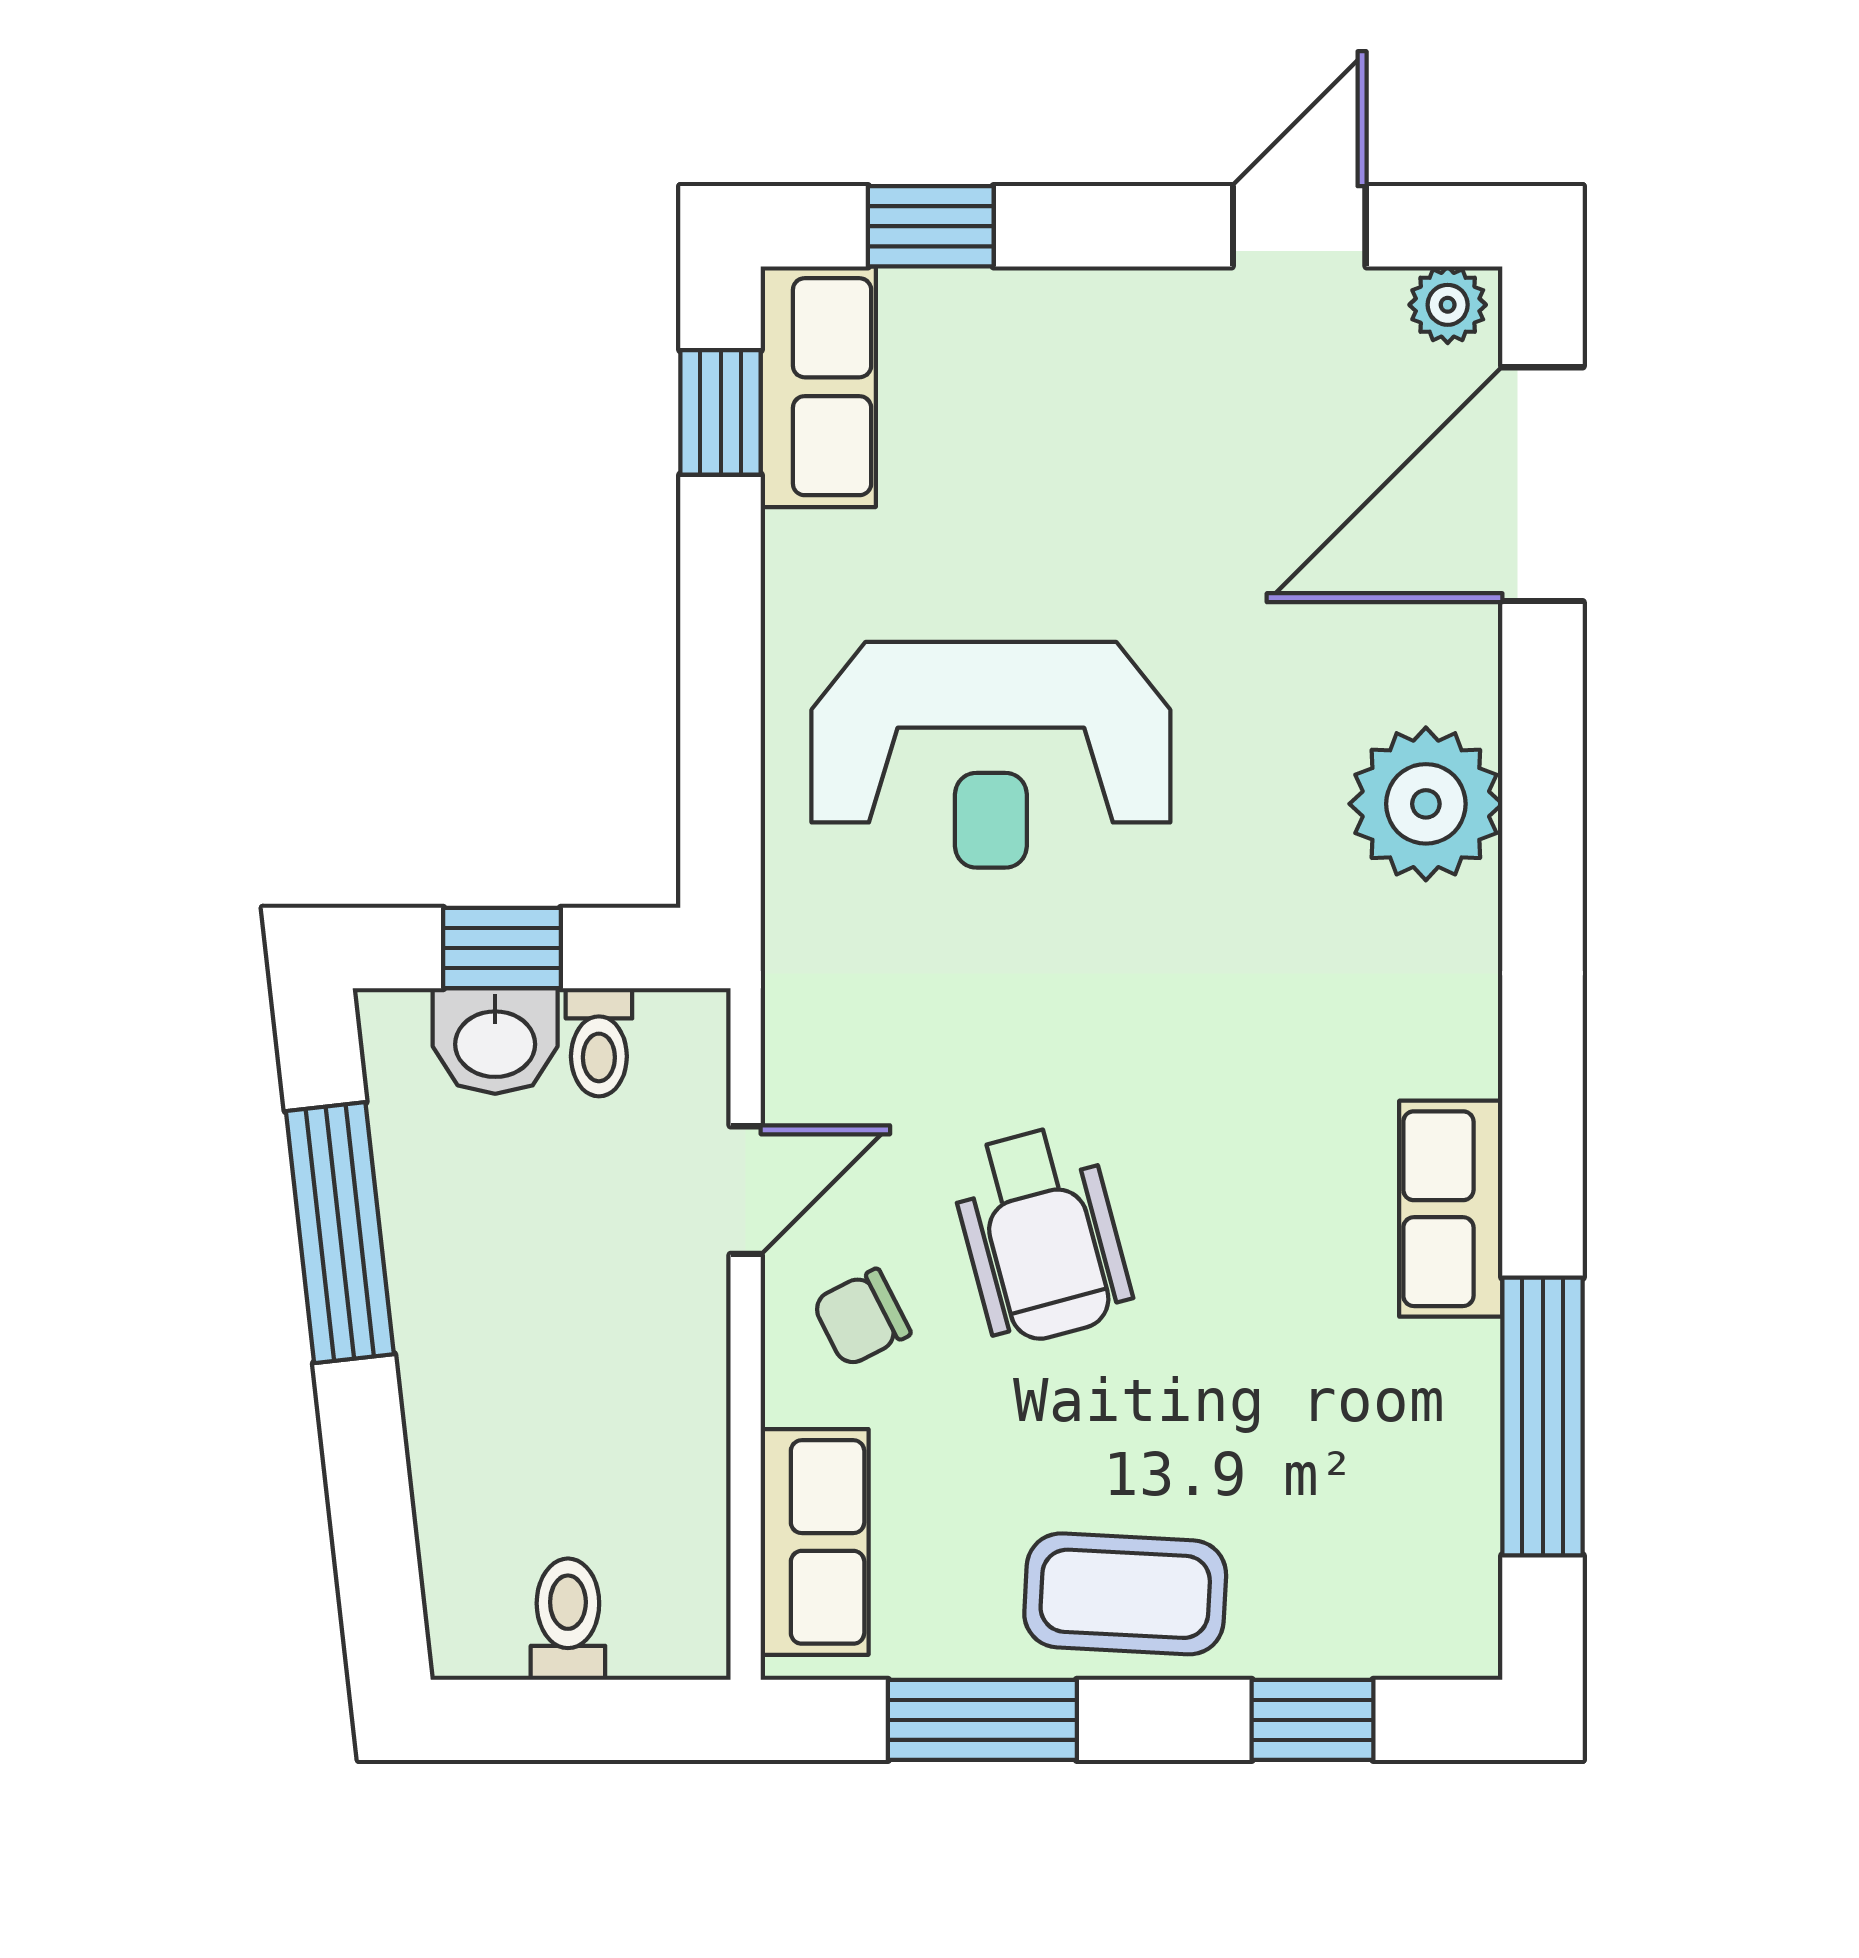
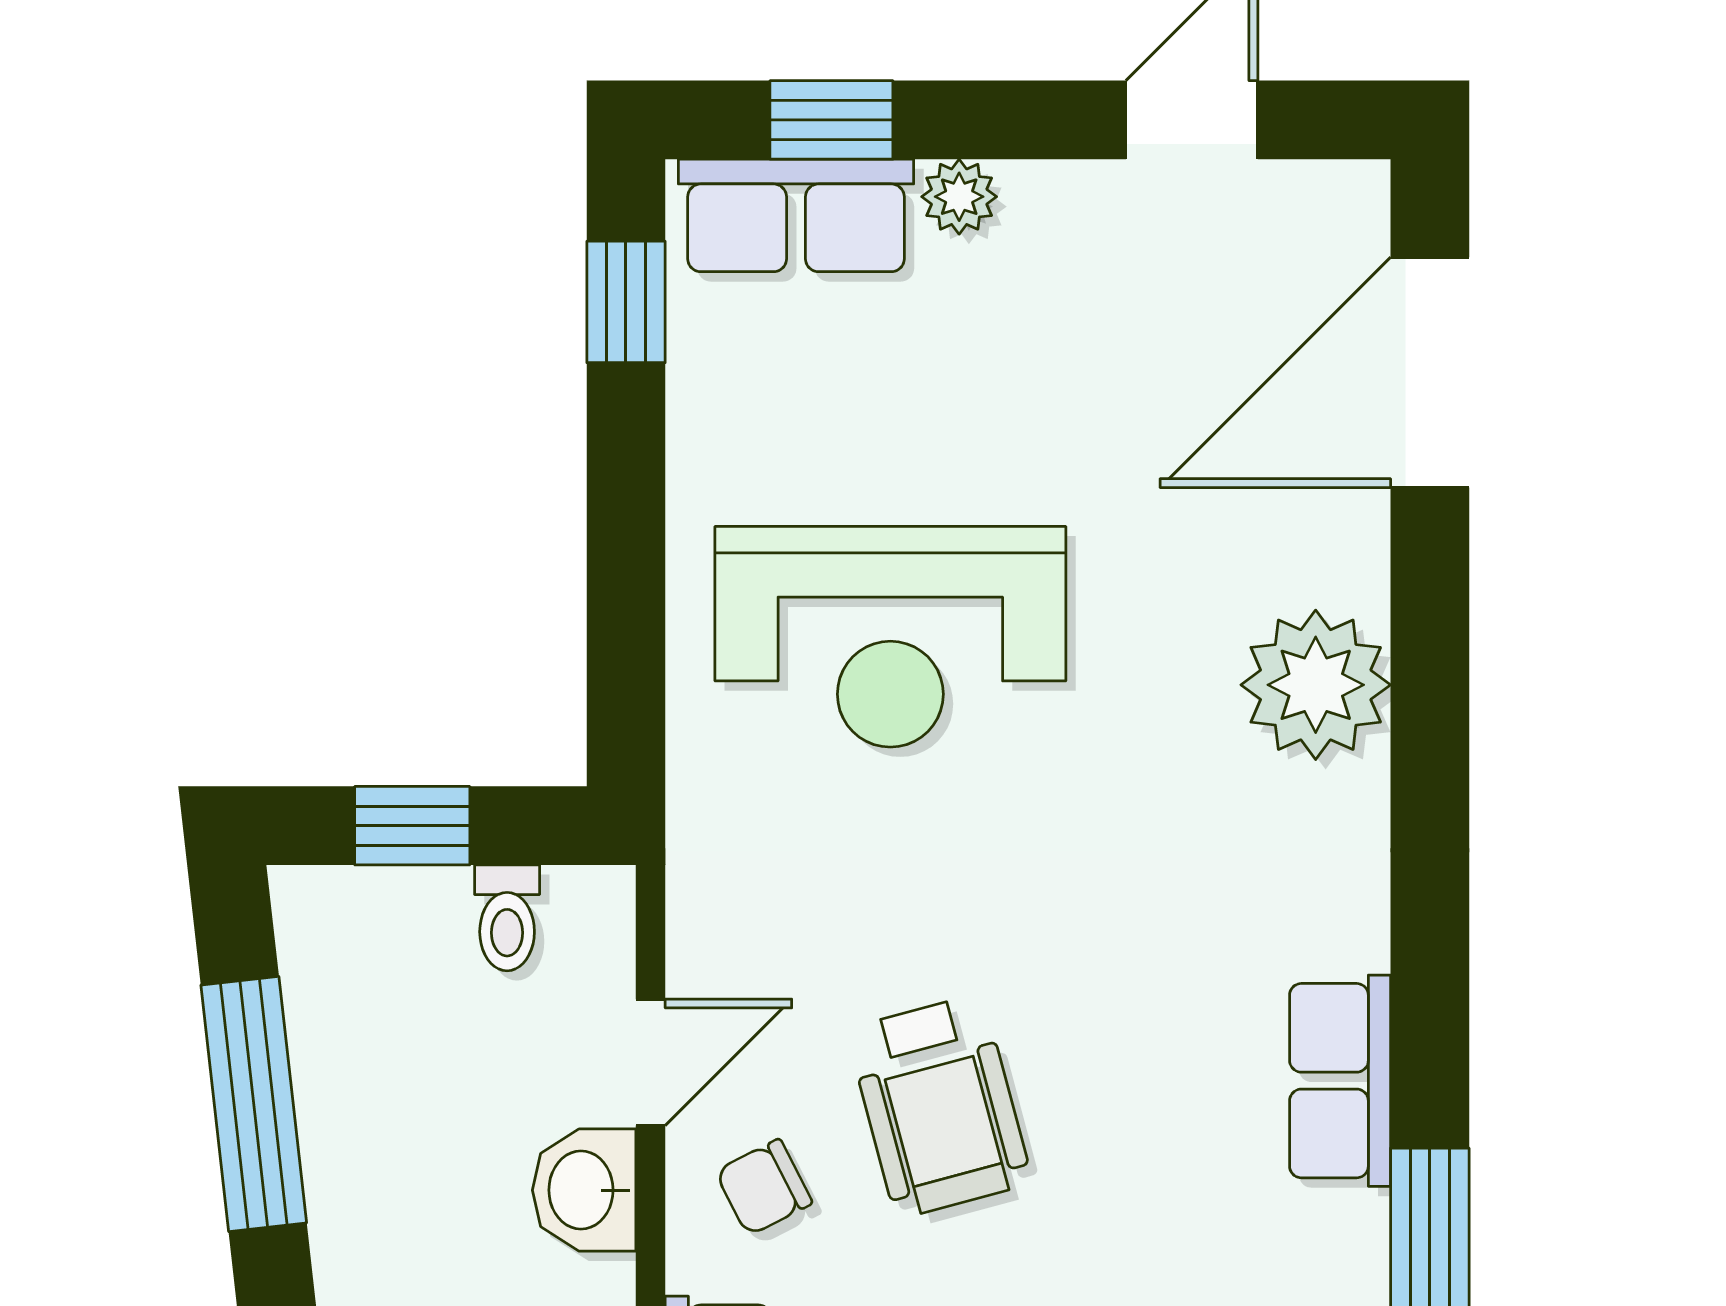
plant: (1448, 305) -> (959, 197), moved
row of seats: (818, 387) -> (796, 215), moved, turned 90
washbasin: (495, 1041) -> (584, 1190), moved, turned 90

